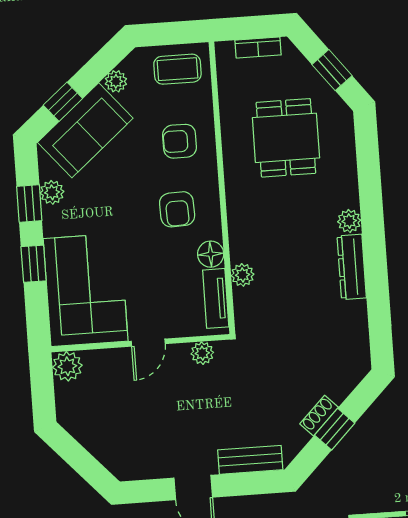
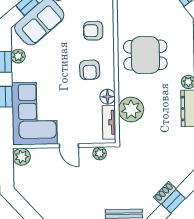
dining table: (286, 138) -> (145, 55), moved, turned 90
plant: (243, 275) -> (131, 109), width x1.88, depth x1.88
door: (148, 343) -> (69, 146), hinge flipped

